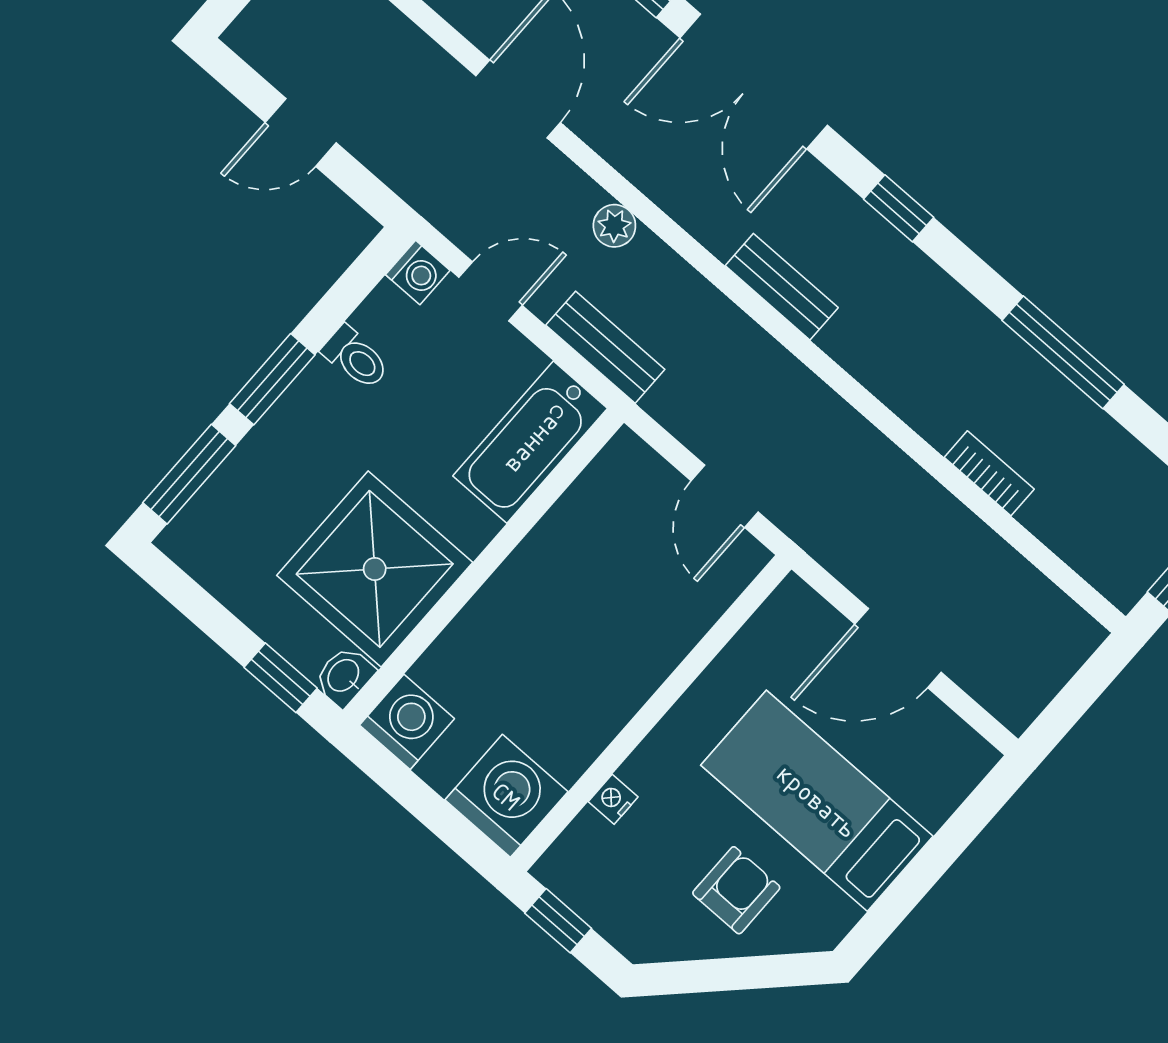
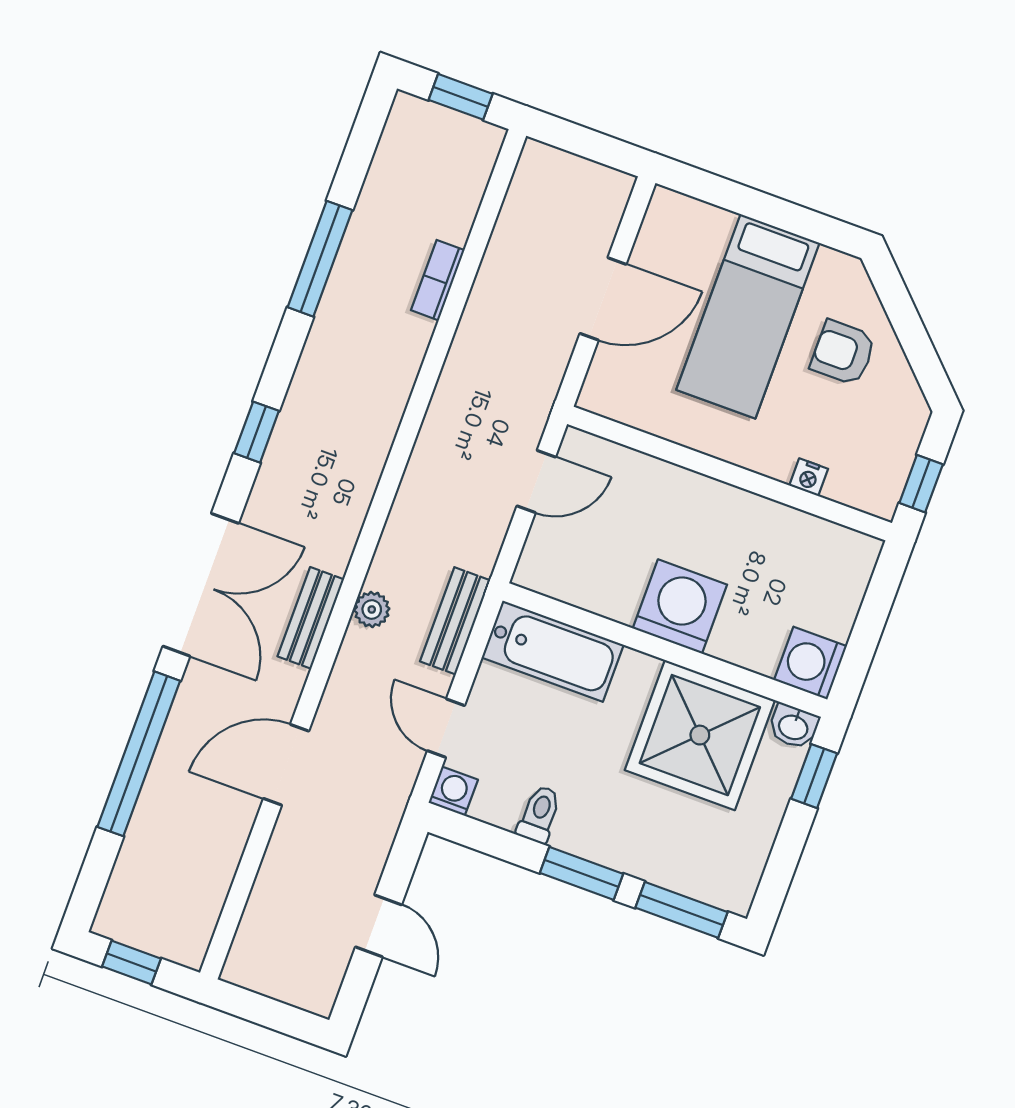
plant: (614, 226) -> (372, 609), moved
bench: (782, 287) -> (311, 618), moved
door: (898, 648) -> (603, 299), hinge flipped
washing machine: (506, 796) -> (680, 606), moved, turned 90

